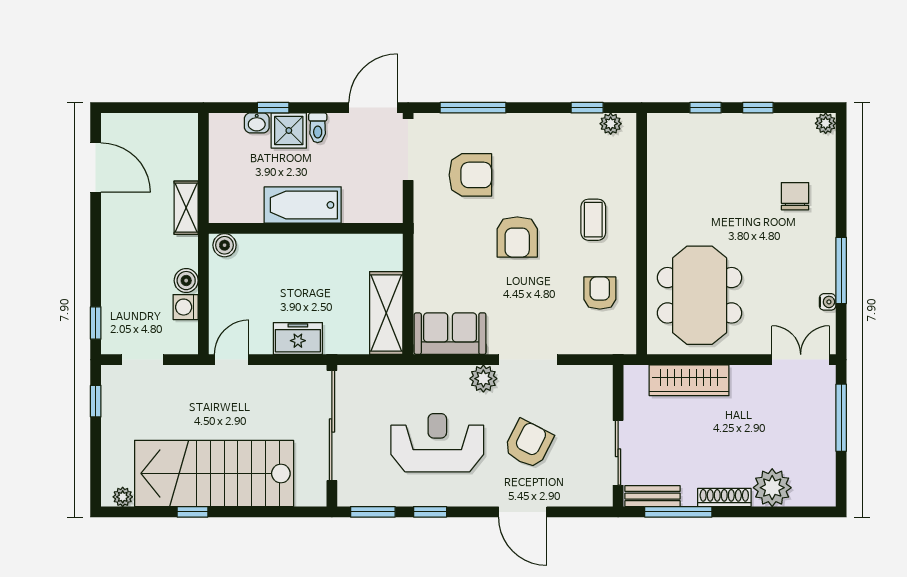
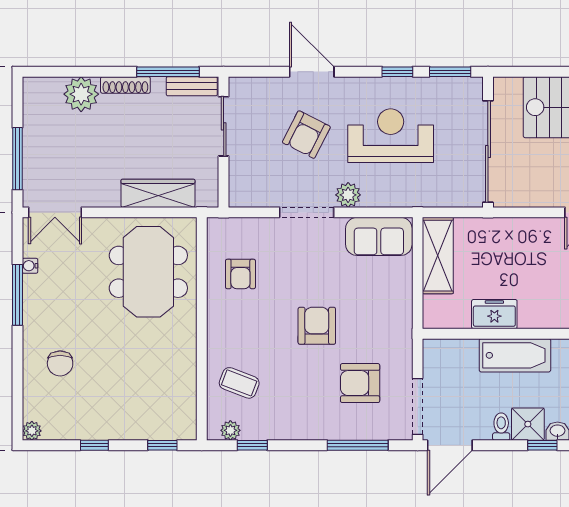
window: (705, 108) -> (162, 445), moved
coffee table: (593, 220) -> (239, 383), moved, turned -69
freezer: (298, 338) -> (494, 314), moved, turned 180
reception desk: (437, 443) -> (391, 136), turned 180

